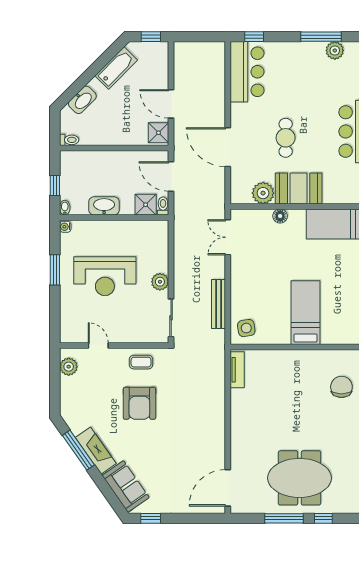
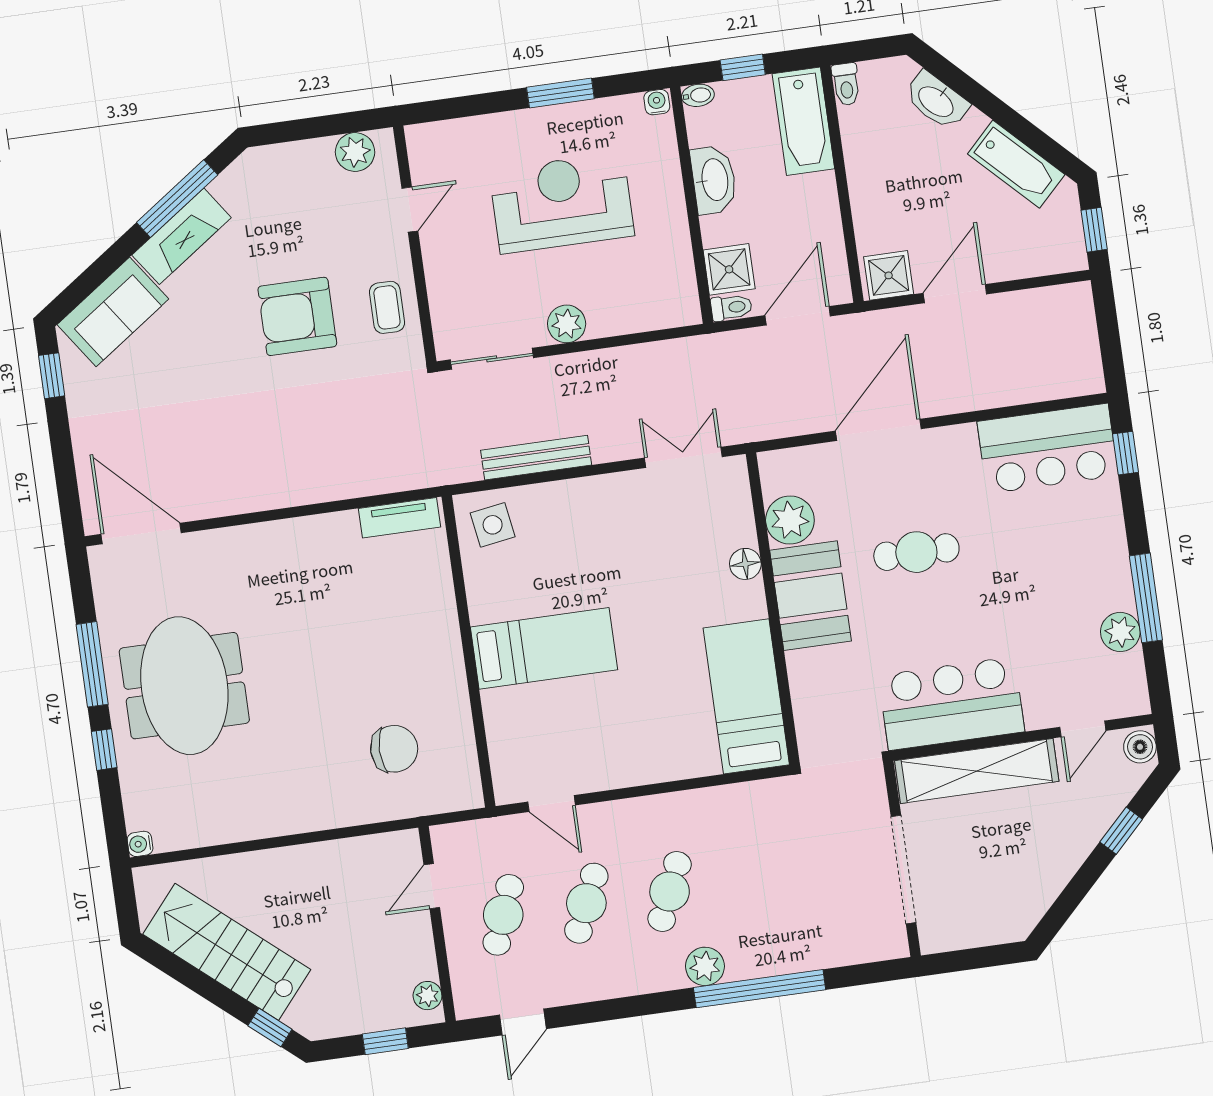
bathtub: (83, 162) -> (803, 121), added
reception desk: (105, 276) -> (562, 203), turned 90

